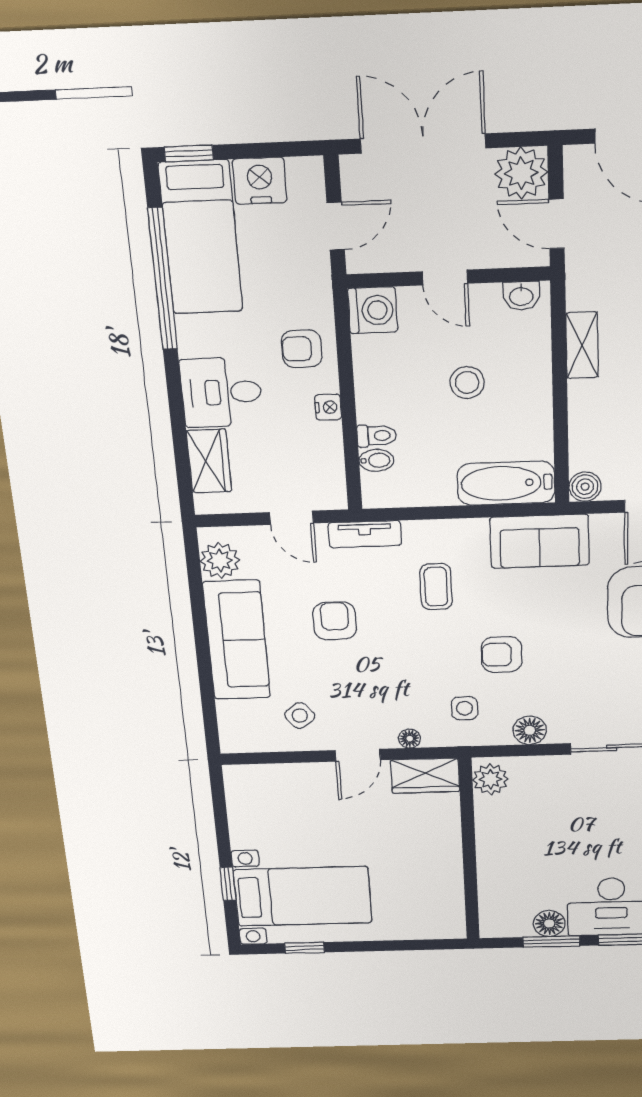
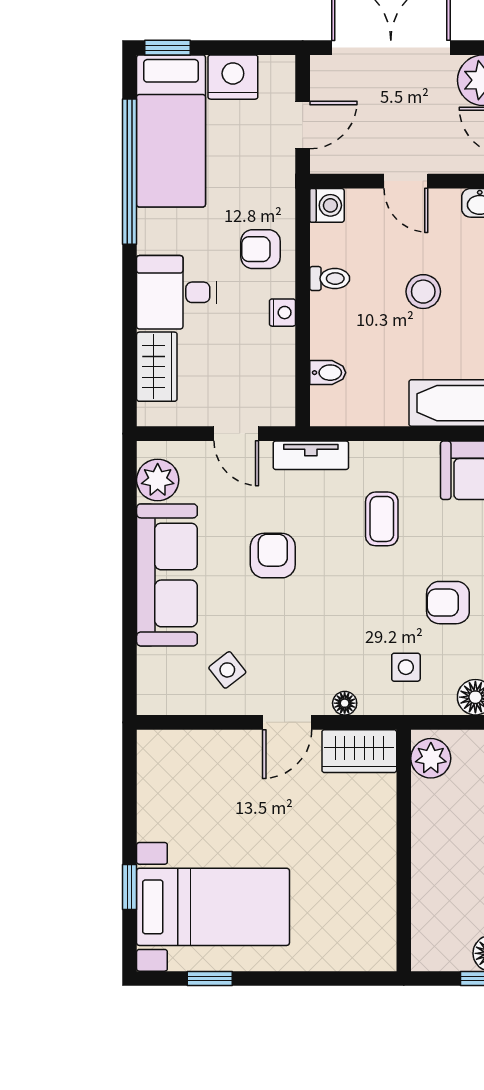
washing machine: (373, 310) -> (327, 205), width x0.73, depth x0.73
toilet: (377, 436) -> (330, 279), moved

